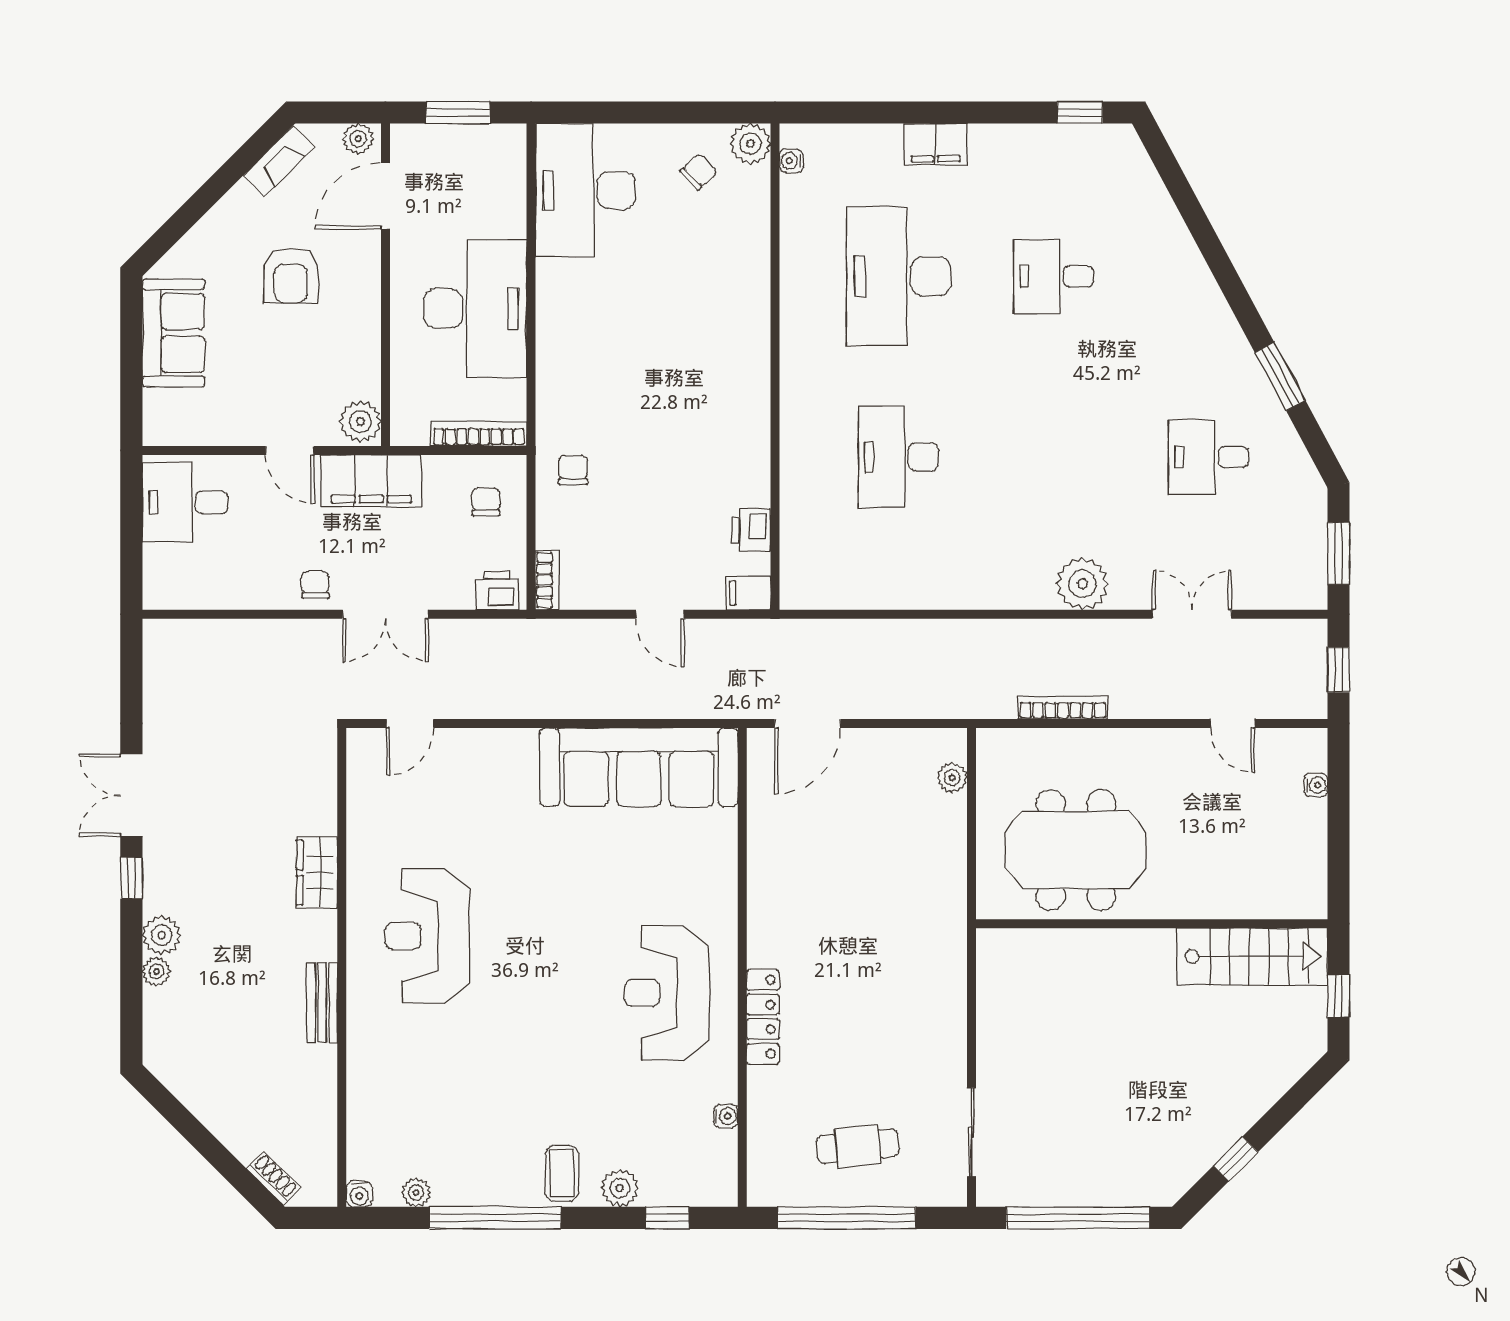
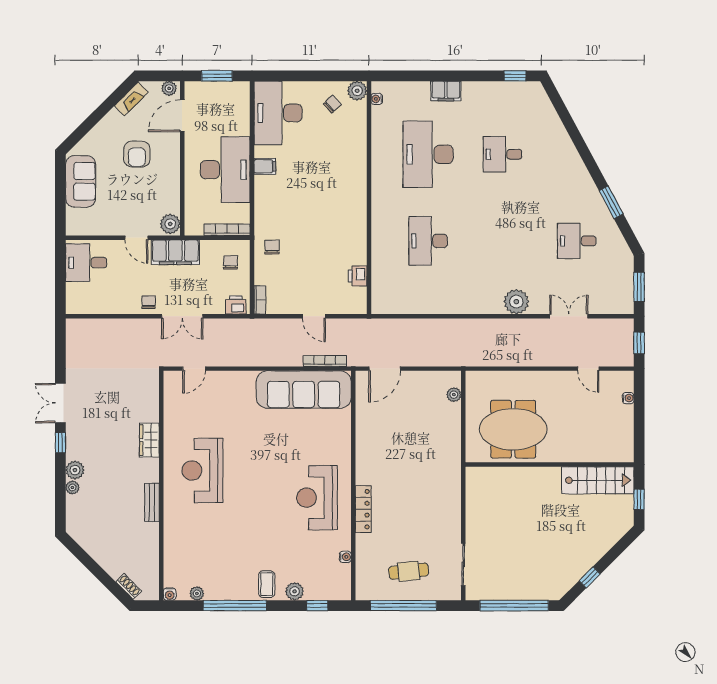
filing cabinet: (748, 593) -> (265, 166), moved, turned 180
bookcase: (1063, 708) -> (325, 361), moved

